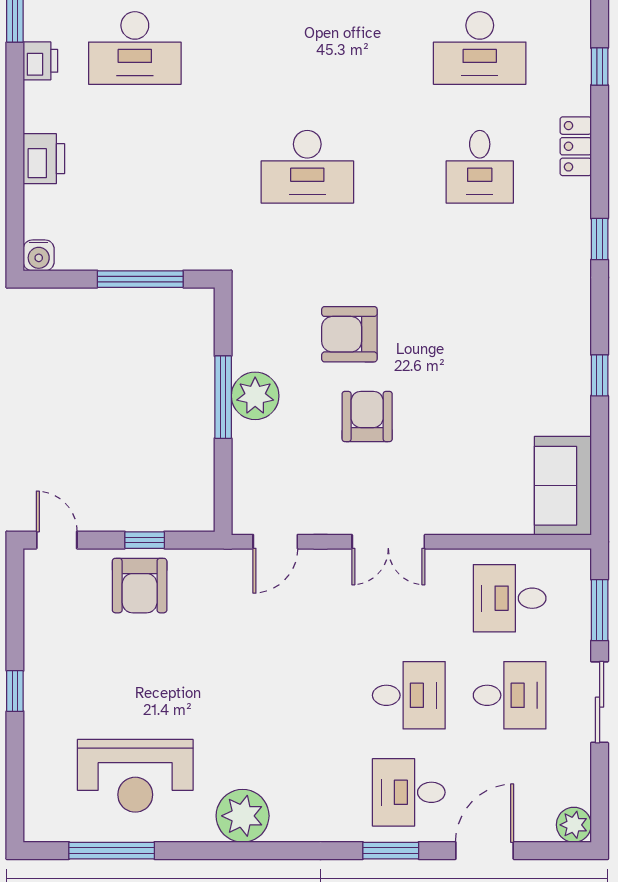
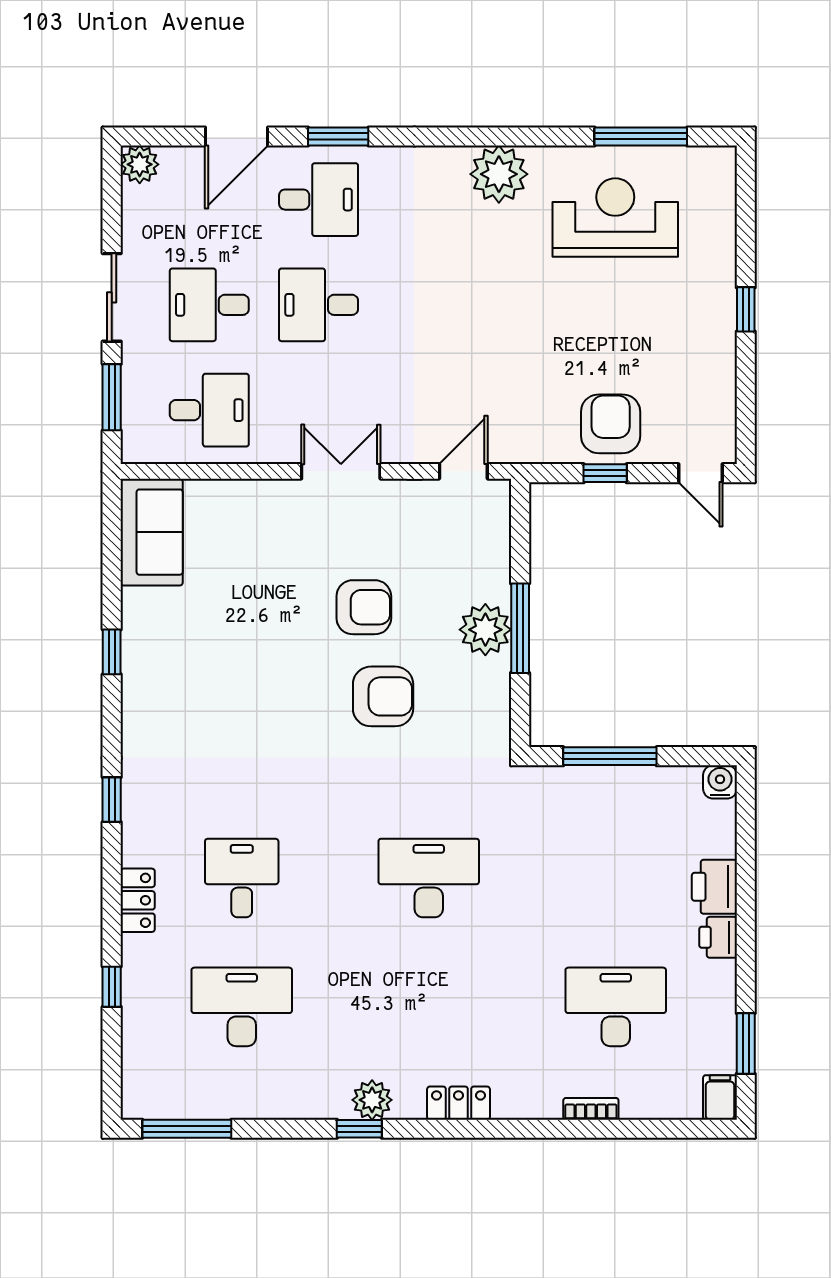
printer: (40, 61) -> (718, 937), moved
armchair: (367, 416) -> (364, 607), turned -90

